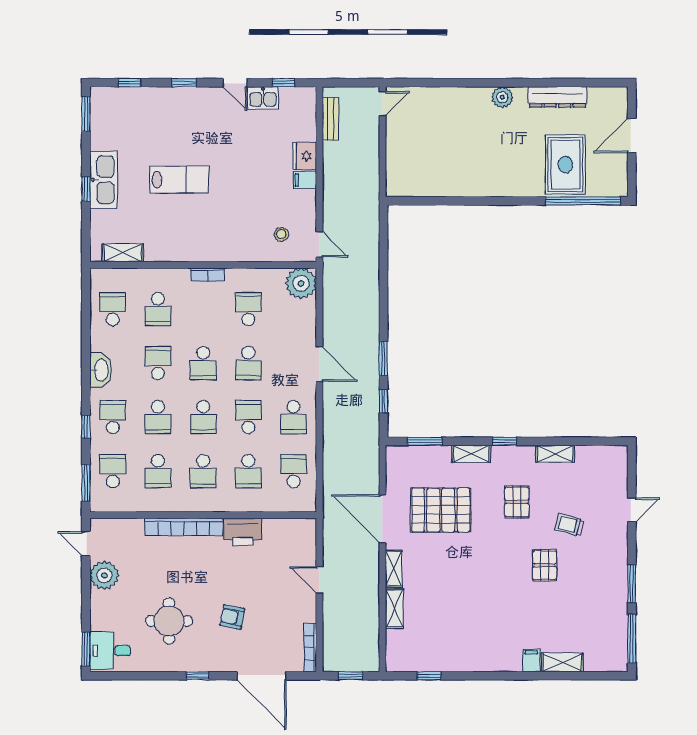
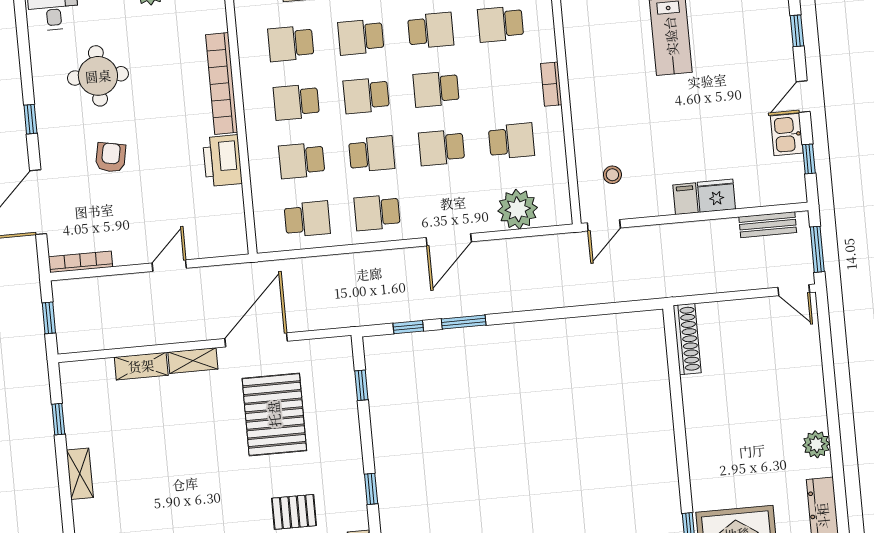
window: (353, 83) -> (817, 249), added
shoe rack: (412, 189) -> (687, 339), added
plant: (301, 283) -> (518, 209), moved
window: (425, 441) -> (361, 385), width x0.67
shelving: (471, 454) -> (80, 474), moved

